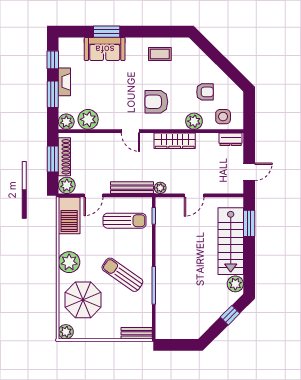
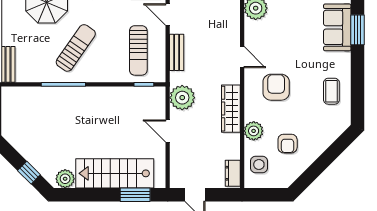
door: (130, 131) -> (242, 57), swing flipped
bench: (132, 188) -> (177, 52), width x0.73
plant: (160, 188) -> (182, 98), width x1.88, depth x1.88

